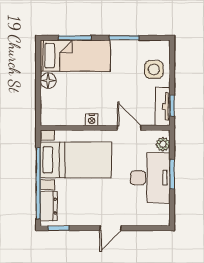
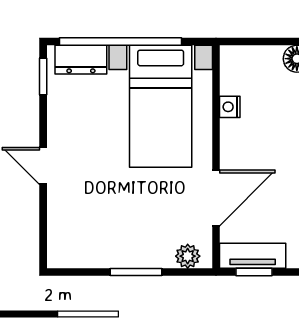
nightstand: (92, 120) -> (230, 107), moved
door: (129, 128) -> (216, 198), width x1.38
desk: (150, 178) -> (130, 234), removed

